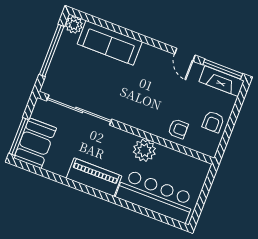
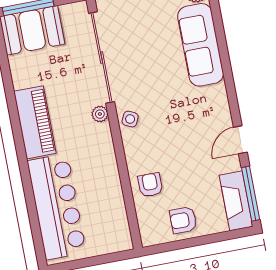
side table: (129, 116) -> (130, 119), added
armchair: (178, 129) -> (150, 185), turned 180
plant: (144, 150) -> (100, 114), moved, width x0.53, depth x0.53

